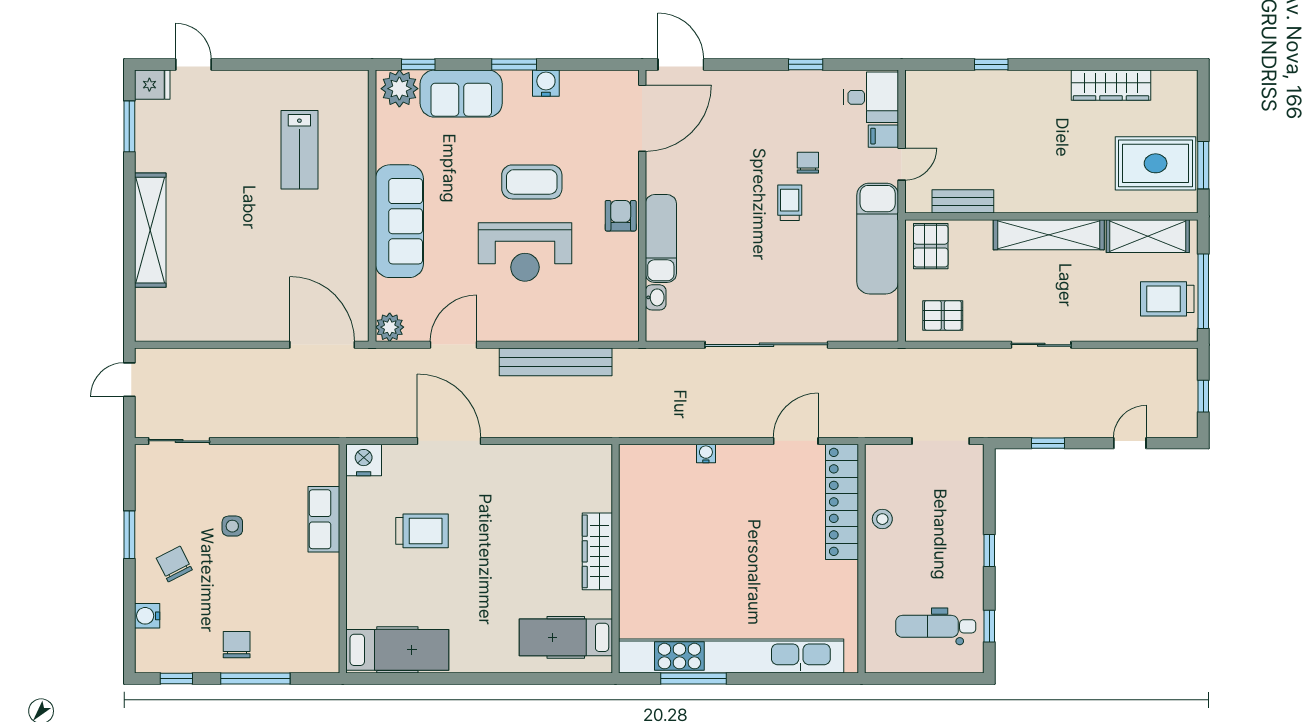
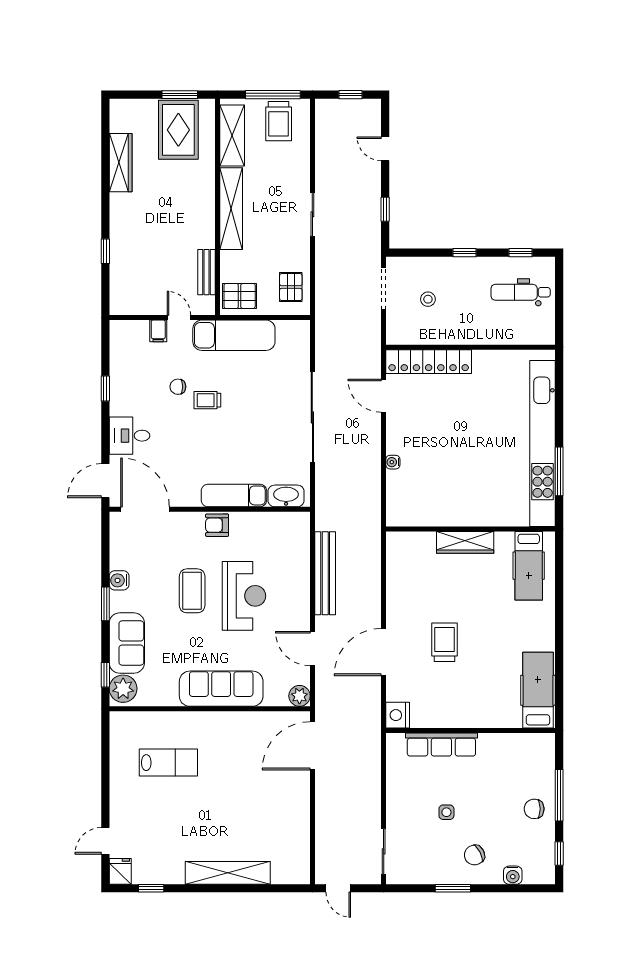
desk: (871, 97) -> (129, 436), moved, turned -90
window: (129, 126) -> (151, 888), width x0.67
washbasin: (656, 297) -> (286, 496), width x1.91, depth x1.45
row of seats: (324, 519) -> (441, 745), width x1.48
stool: (882, 519) -> (428, 299), moved
trolley: (422, 531) -> (444, 642), moved
dental chair: (936, 626) -> (521, 292), turned 90

